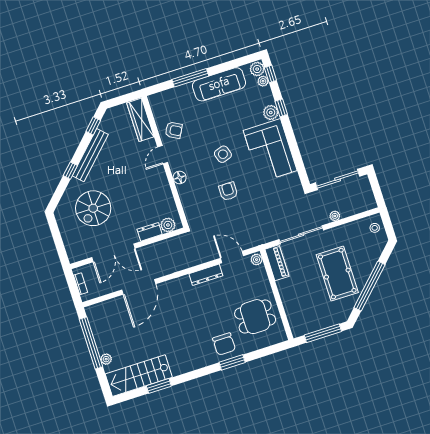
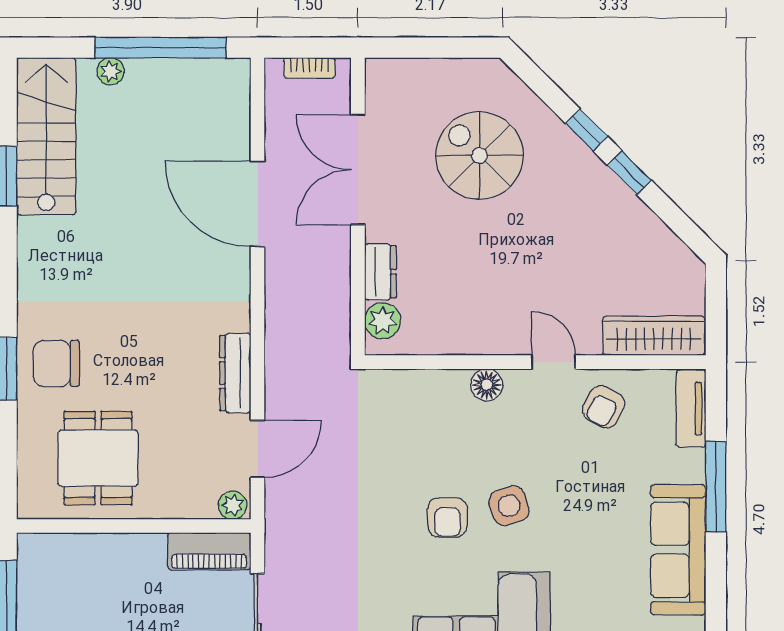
tv unit: (164, 97) -> (691, 409), added
window: (93, 126) -> (629, 173), moved
bench: (90, 155) -> (608, 189), removed
armchair: (228, 191) -> (448, 517), moved, turned 90

